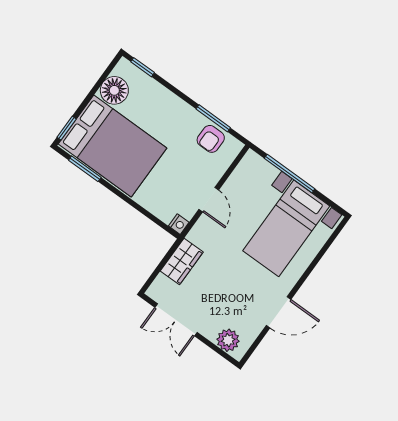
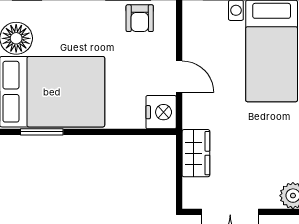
nightstand: (179, 224) -> (161, 112), width x1.89, depth x1.79

